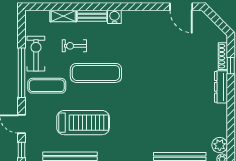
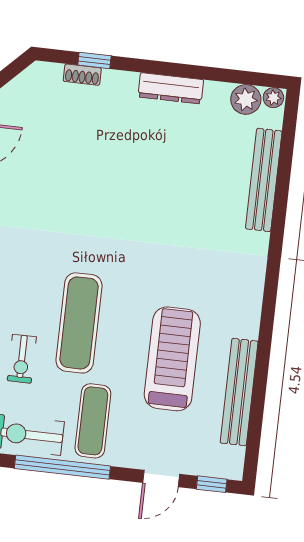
shoe rack: (223, 56) -> (82, 75), width x0.70
dresser: (221, 87) -> (171, 88), moved

